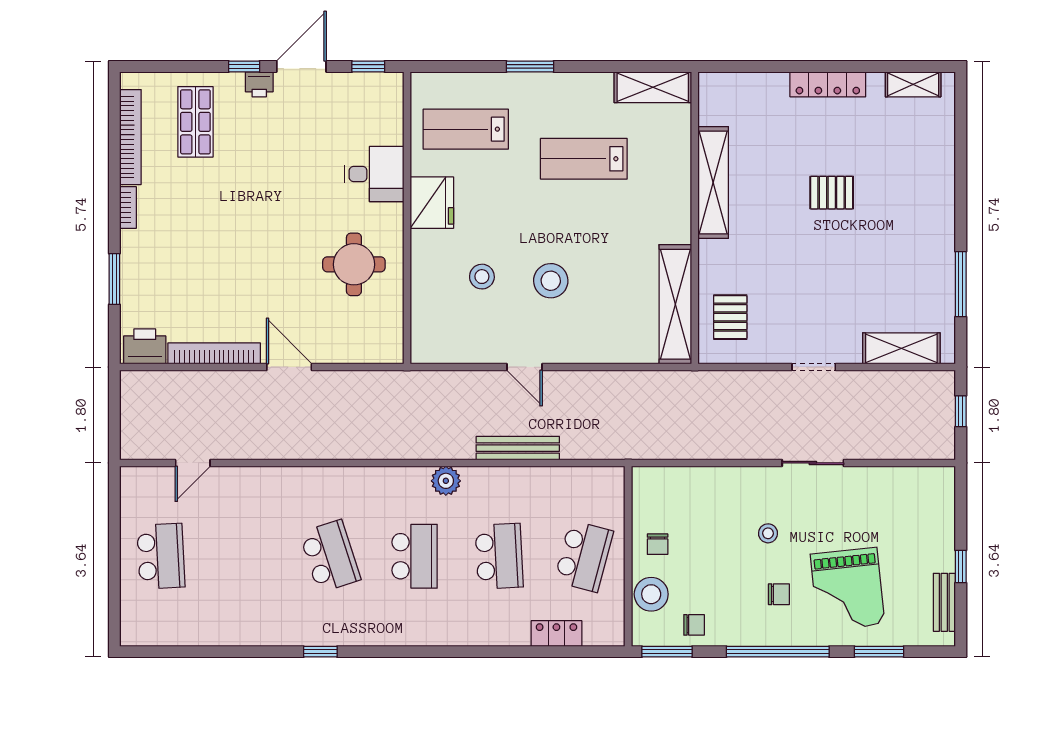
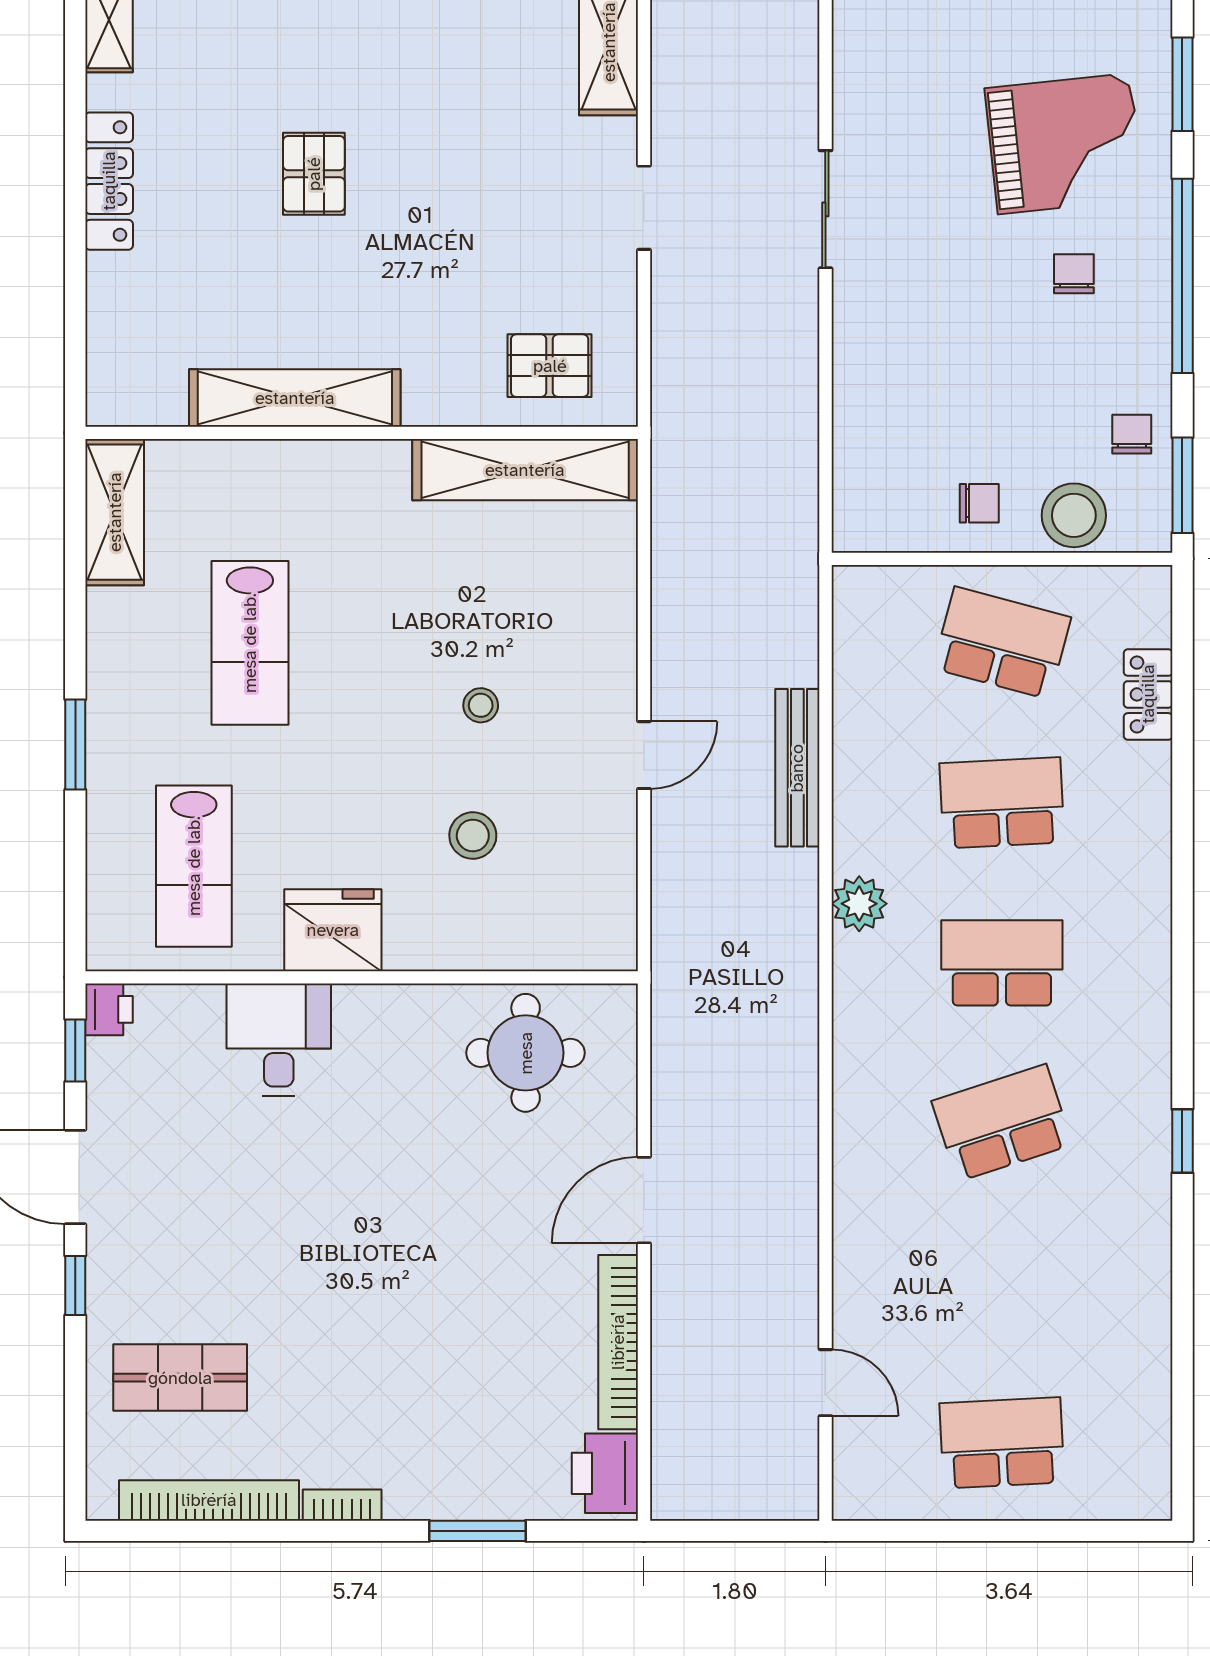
printer: (259, 84) -> (109, 1009), moved
round table: (354, 264) -> (526, 1053), moved
stool: (551, 281) -> (481, 705), width x0.53, depth x0.53
stool: (768, 533) -> (959, 294), removed

